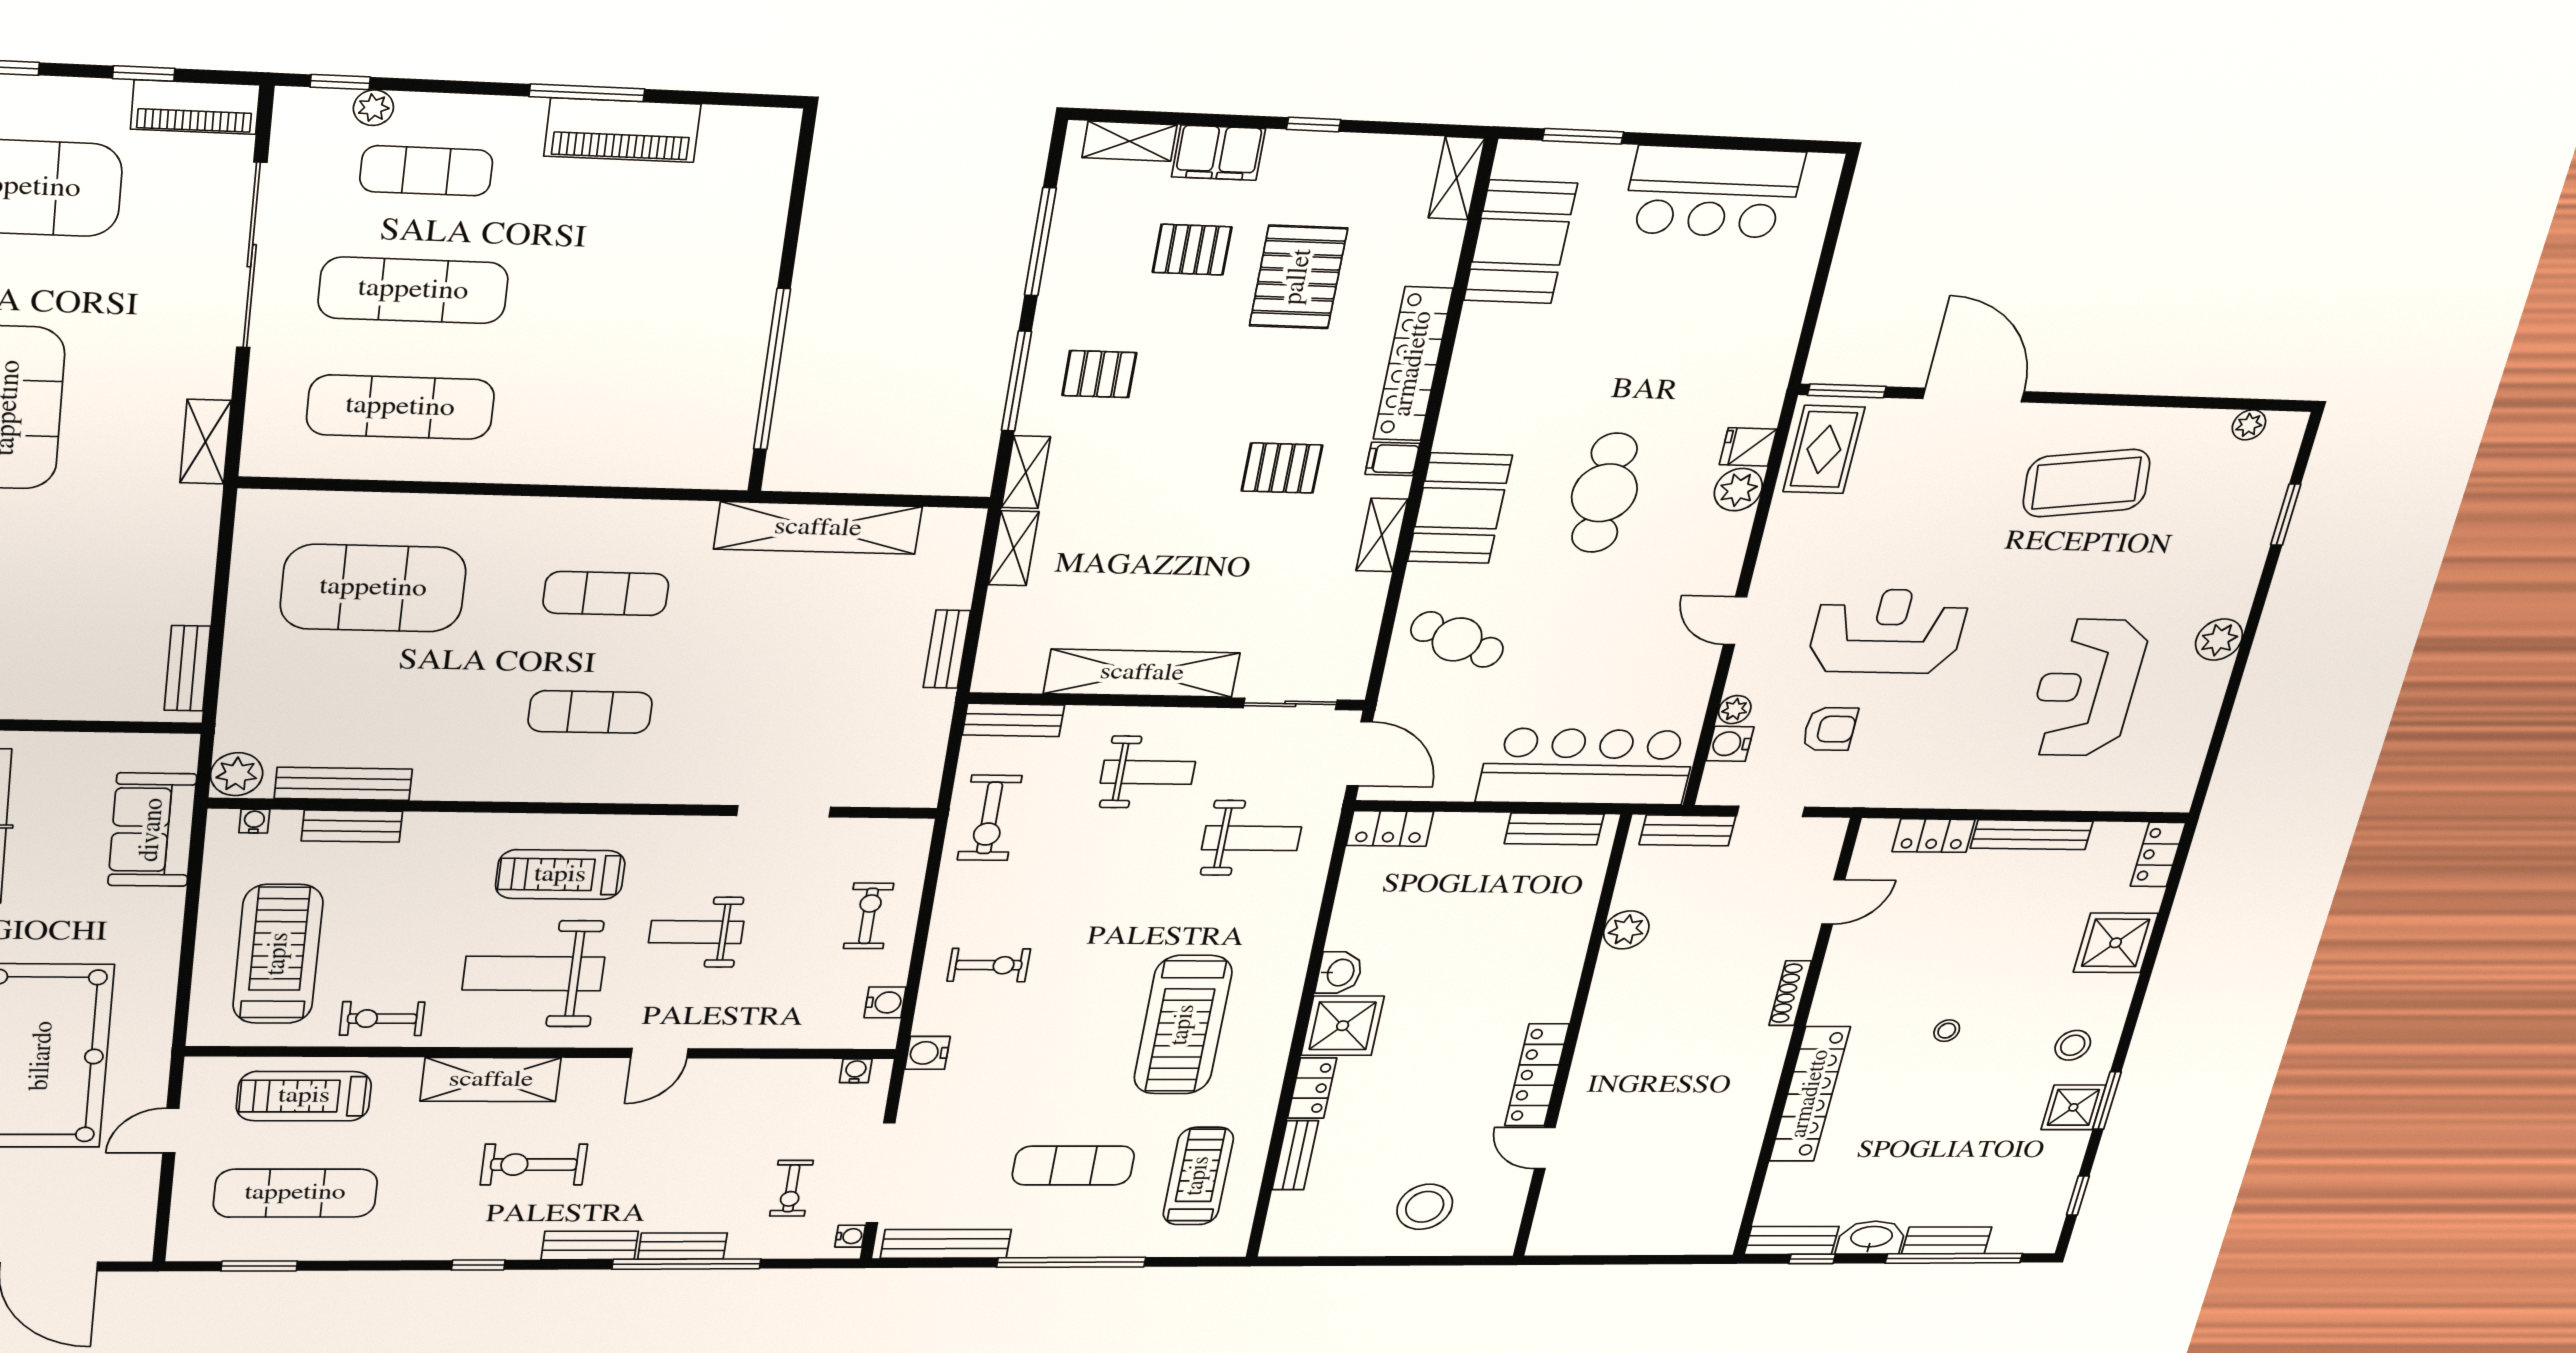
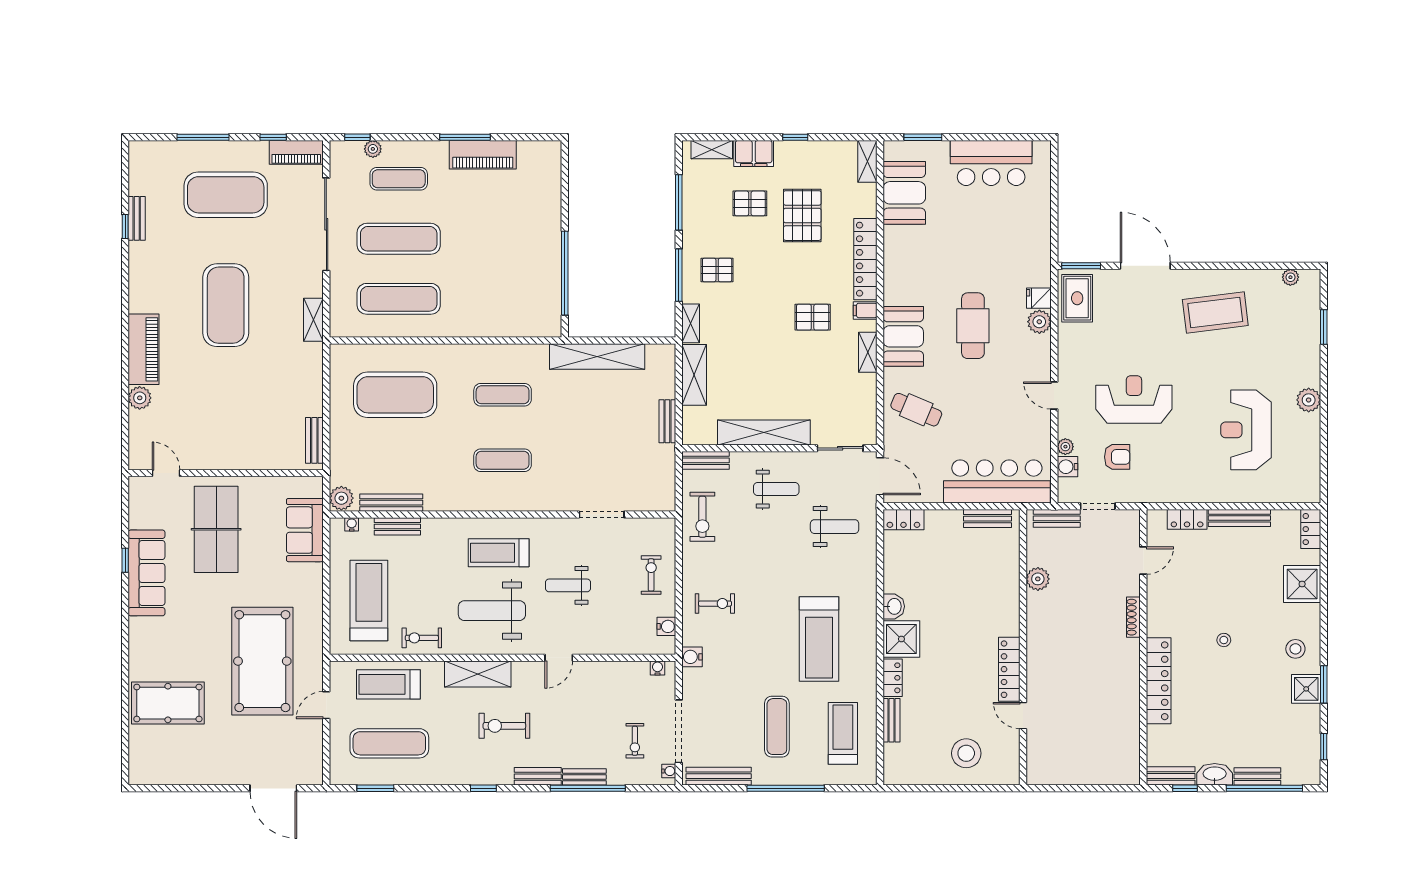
shelving: (1014, 548) -> (694, 375), width x1.50, depth x1.33
exercise mat: (1073, 1166) -> (777, 727), turned 90

